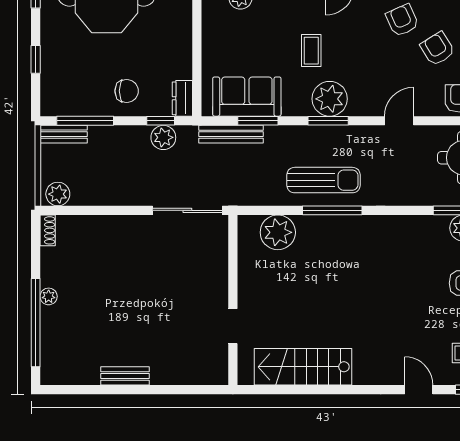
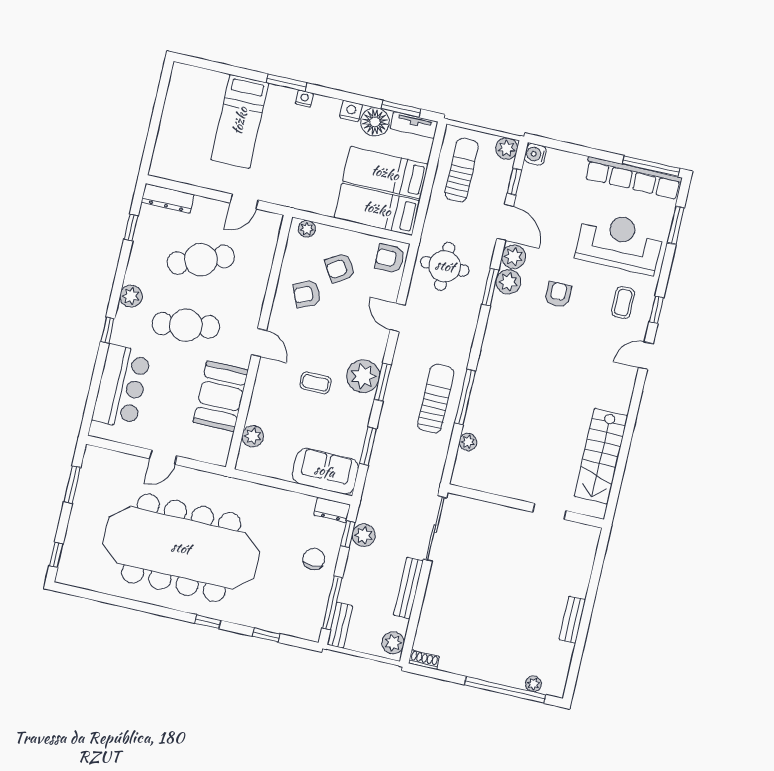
sofa: (247, 97) -> (325, 471), moved, turned 90
bench: (231, 134) -> (408, 588), moved
plant: (278, 232) -> (468, 442), width x0.53, depth x0.53
plant: (49, 296) -> (533, 684), moved

